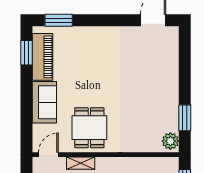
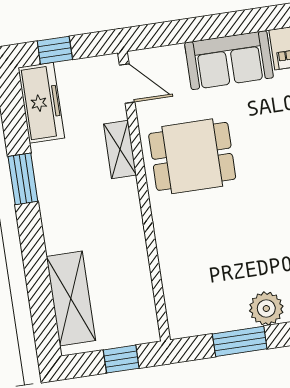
plant: (170, 141) -> (266, 309), moved

